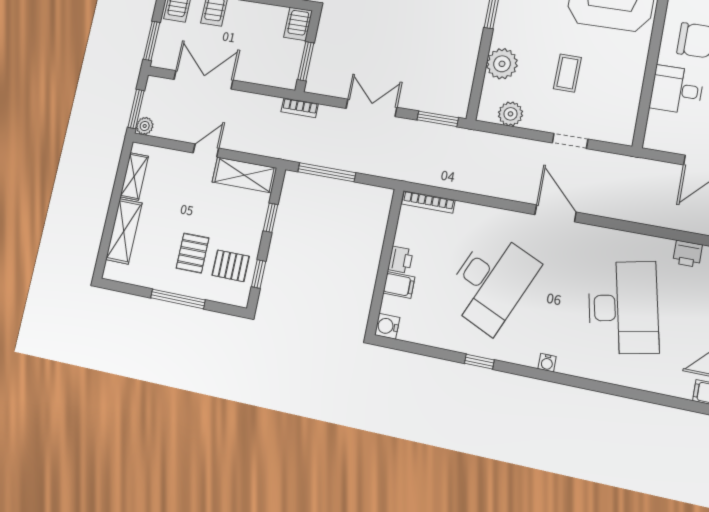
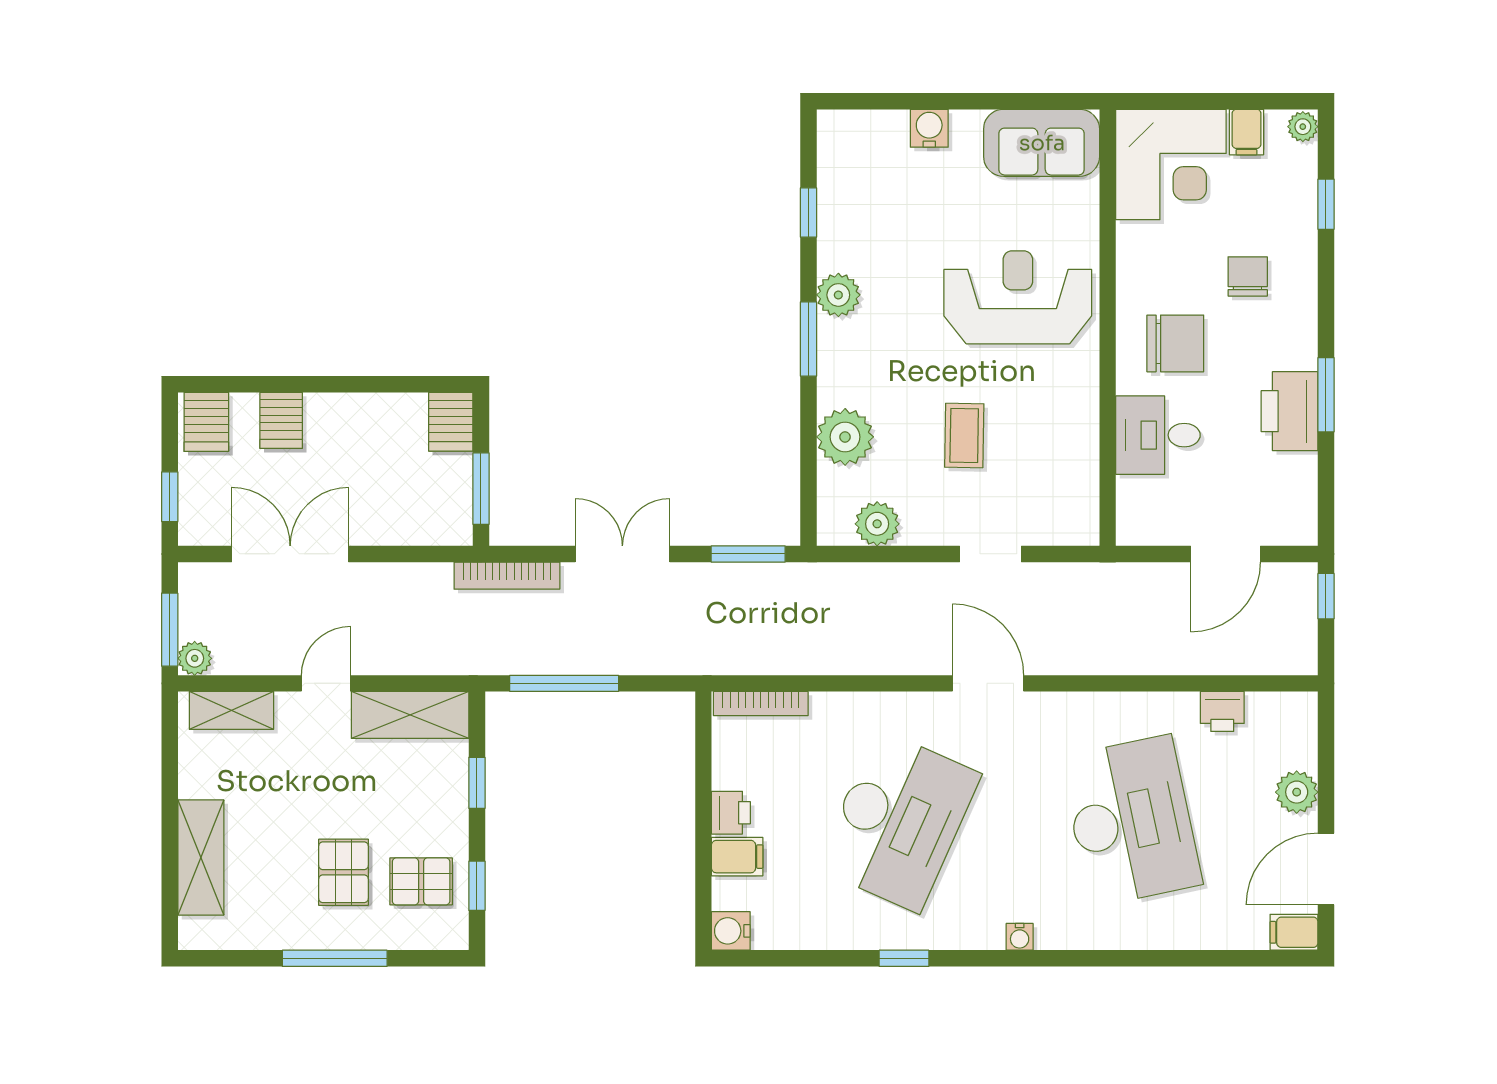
window: (152, 41) -> (170, 497), width x0.67
bookcase: (300, 108) -> (507, 576), width x1.56
shelving: (134, 176) -> (231, 710), moved, turned 90

